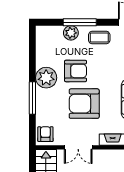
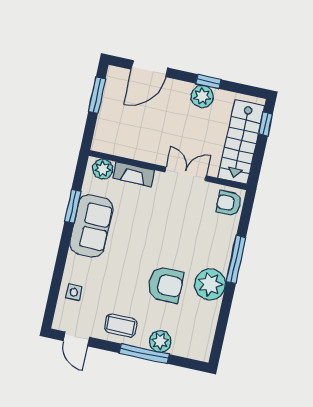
armchair: (76, 71) -> (165, 285), turned 180
armchair: (84, 104) -> (163, 235), removed
armchair: (45, 134) -> (229, 203), turned 90

